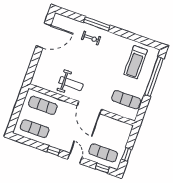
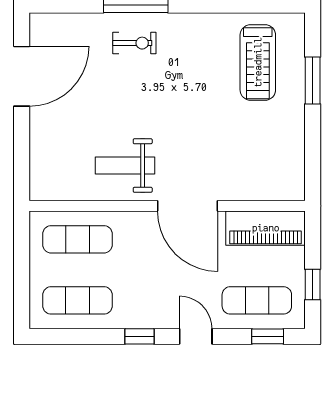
window: (154, 77) -> (313, 81), width x0.47
weight bench: (71, 84) -> (125, 166), turned 180
exercise mat: (126, 100) -> (267, 157), removed
piano: (116, 126) -> (266, 228), added

